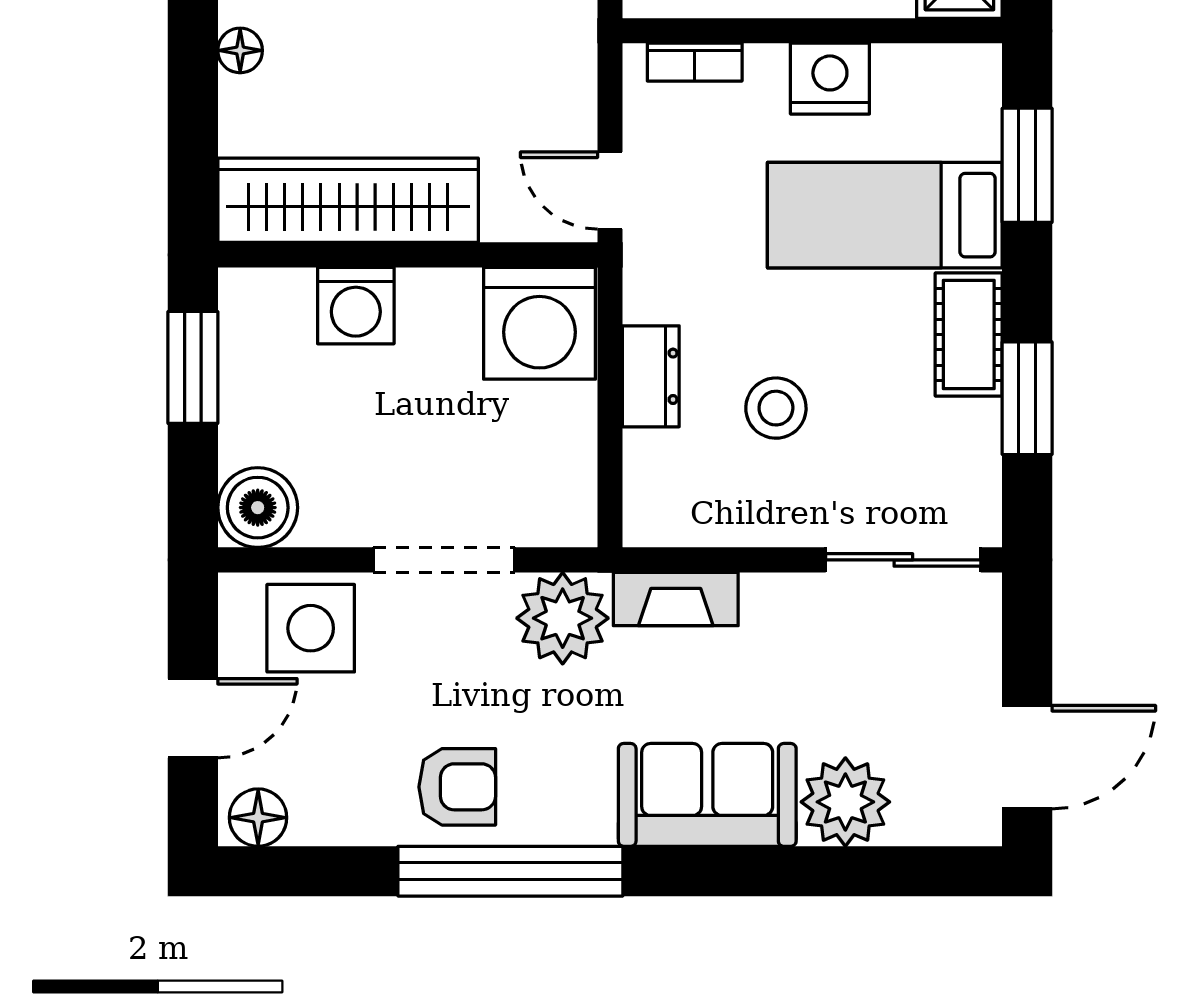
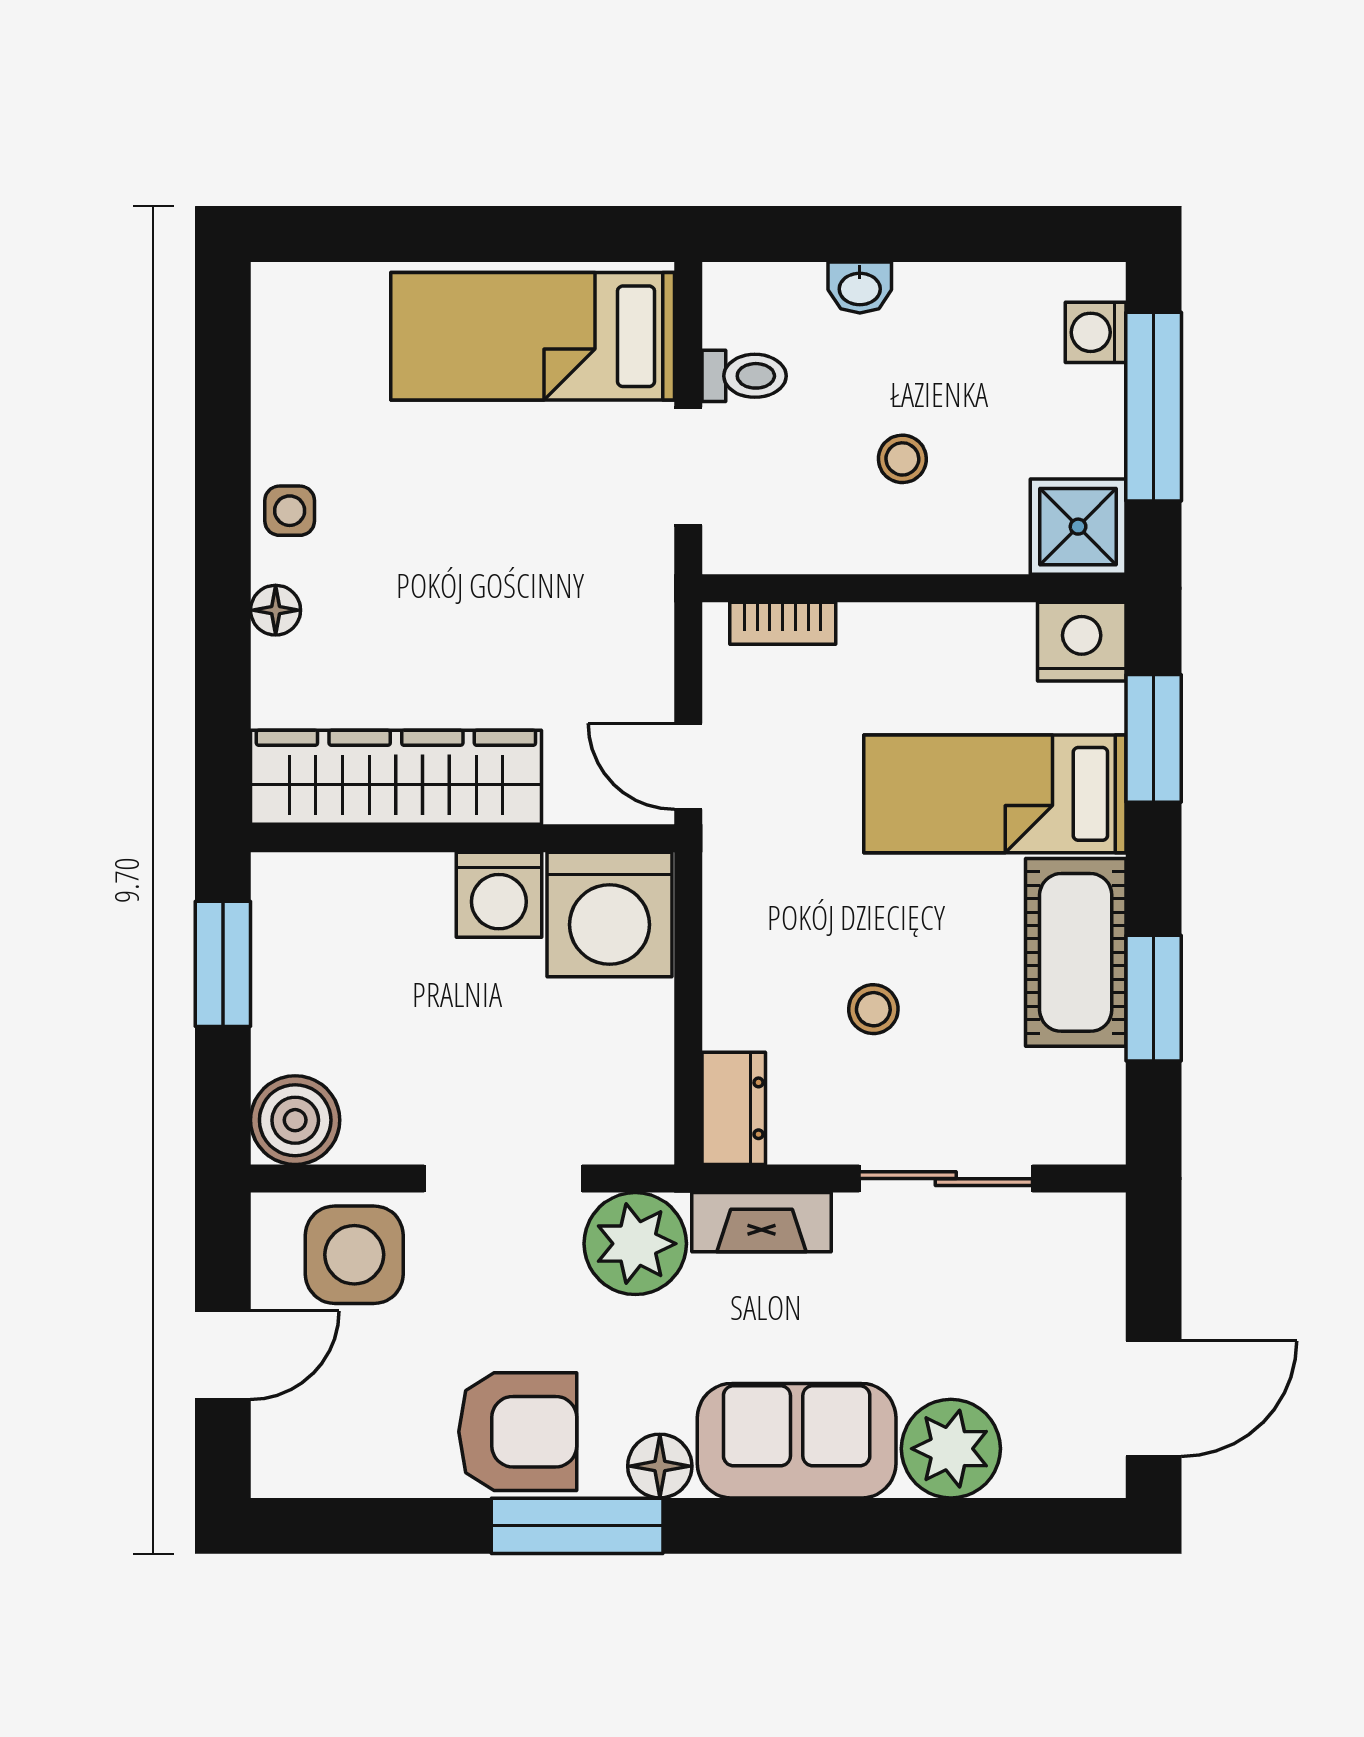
nightstand: (830, 79) -> (1082, 642), moved
washing machine: (356, 306) -> (499, 895), moved
cot: (969, 335) -> (1076, 952), width x1.37, depth x1.34
dresser: (651, 376) -> (734, 1108), moved
stool: (776, 408) -> (873, 1009), width x0.73, depth x0.73
sliding door: (903, 560) -> (946, 1179), moved
armchair: (457, 787) -> (518, 1432), width x1.38, depth x1.38
floor lamp: (258, 818) -> (660, 1466), moved
window: (510, 871) -> (577, 1526), width x0.68

